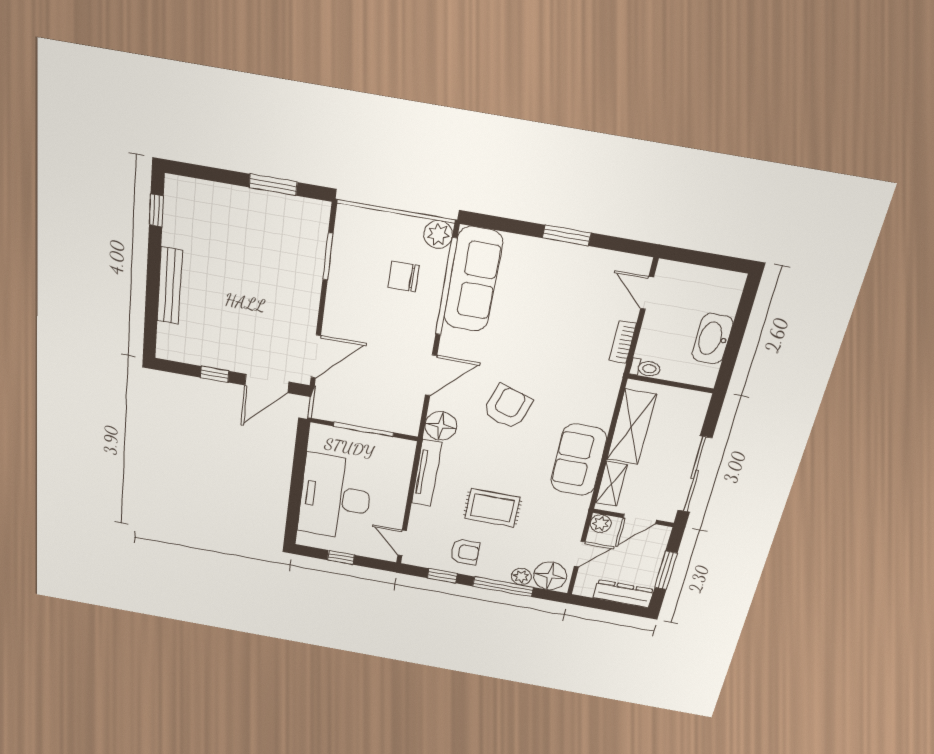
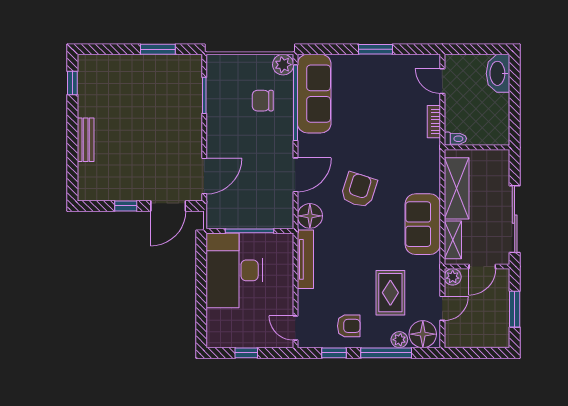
bench: (170, 286) -> (86, 140), width x0.73
washbasin: (712, 339) -> (498, 73), moved
desk: (335, 497) -> (234, 270), moved
rug: (492, 508) -> (390, 293), moved, turned 90
dresser: (623, 594) -> (486, 339), removed

